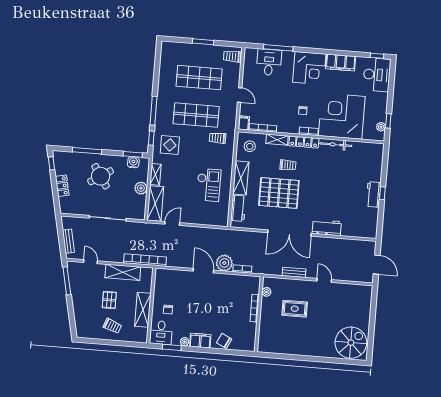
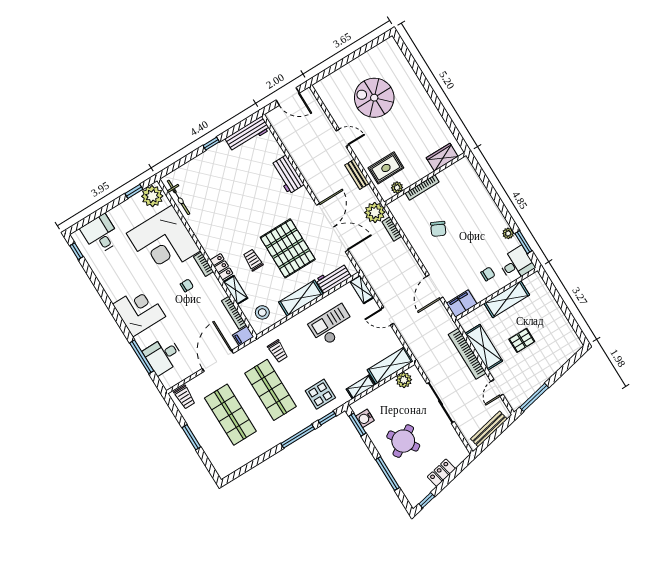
filing cabinet: (341, 63) -> (110, 283), removed
desk: (377, 75) -> (100, 234), width x0.73
door: (240, 95) -> (218, 361), width x1.88
plant: (381, 127) -> (152, 196), width x1.87, depth x1.87
locker: (304, 142) -> (221, 267), width x0.66
bicycle: (336, 145) -> (179, 197), moved
plant: (141, 188) -> (404, 380), moved
workbench: (374, 194) -> (248, 134), moved, width x1.38
shelving: (218, 221) -> (362, 289), added
door: (172, 223) -> (387, 316), moved
double door: (289, 233) -> (332, 228), moved
bench: (68, 241) -> (489, 429), width x1.36
bookcase: (145, 260) -> (467, 354), moved
plant: (224, 263) -> (375, 212), moved
door: (377, 265) -> (288, 96), swing flipped
door: (203, 271) -> (435, 287), moved
door: (324, 280) -> (343, 138), swing flipped
rug: (295, 309) -> (386, 168), moved, turned 90
trolley: (112, 326) -> (546, 318), removed
wardrobe: (265, 335) -> (442, 157), added
filing cabinet: (200, 341) -> (462, 304), moved, turned 90
chair: (224, 341) -> (438, 229), moved
spiral stairs: (351, 343) -> (374, 98), moved

